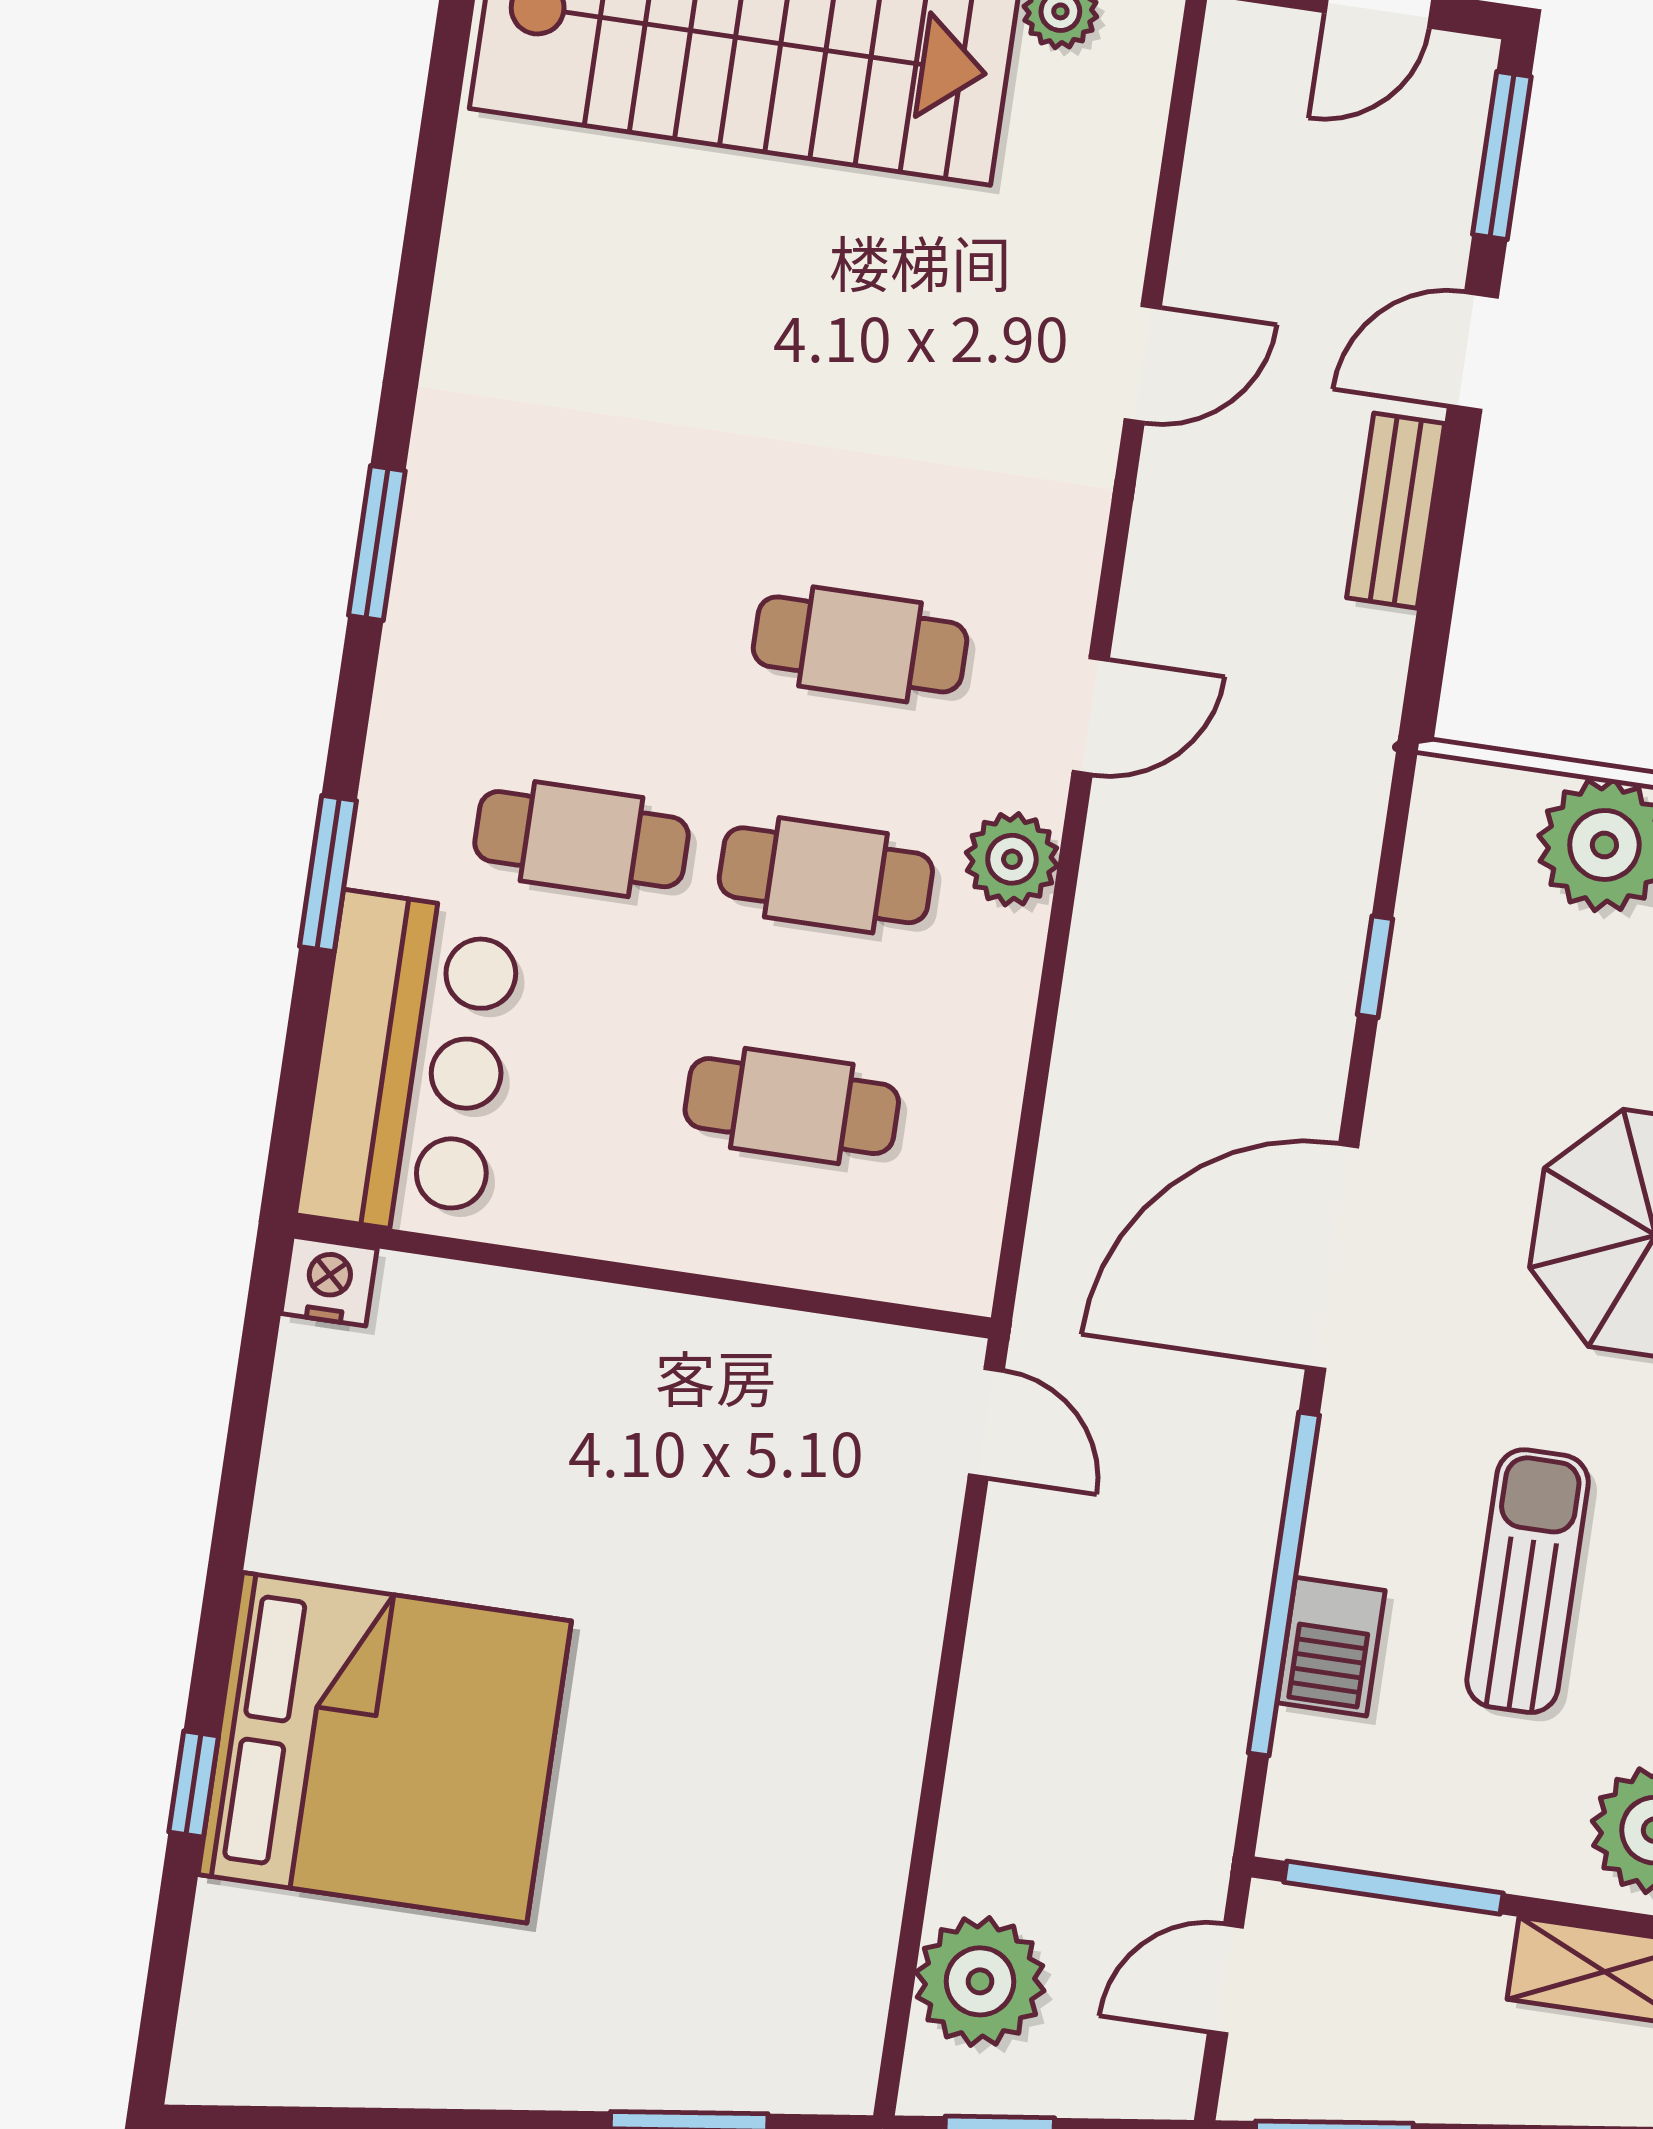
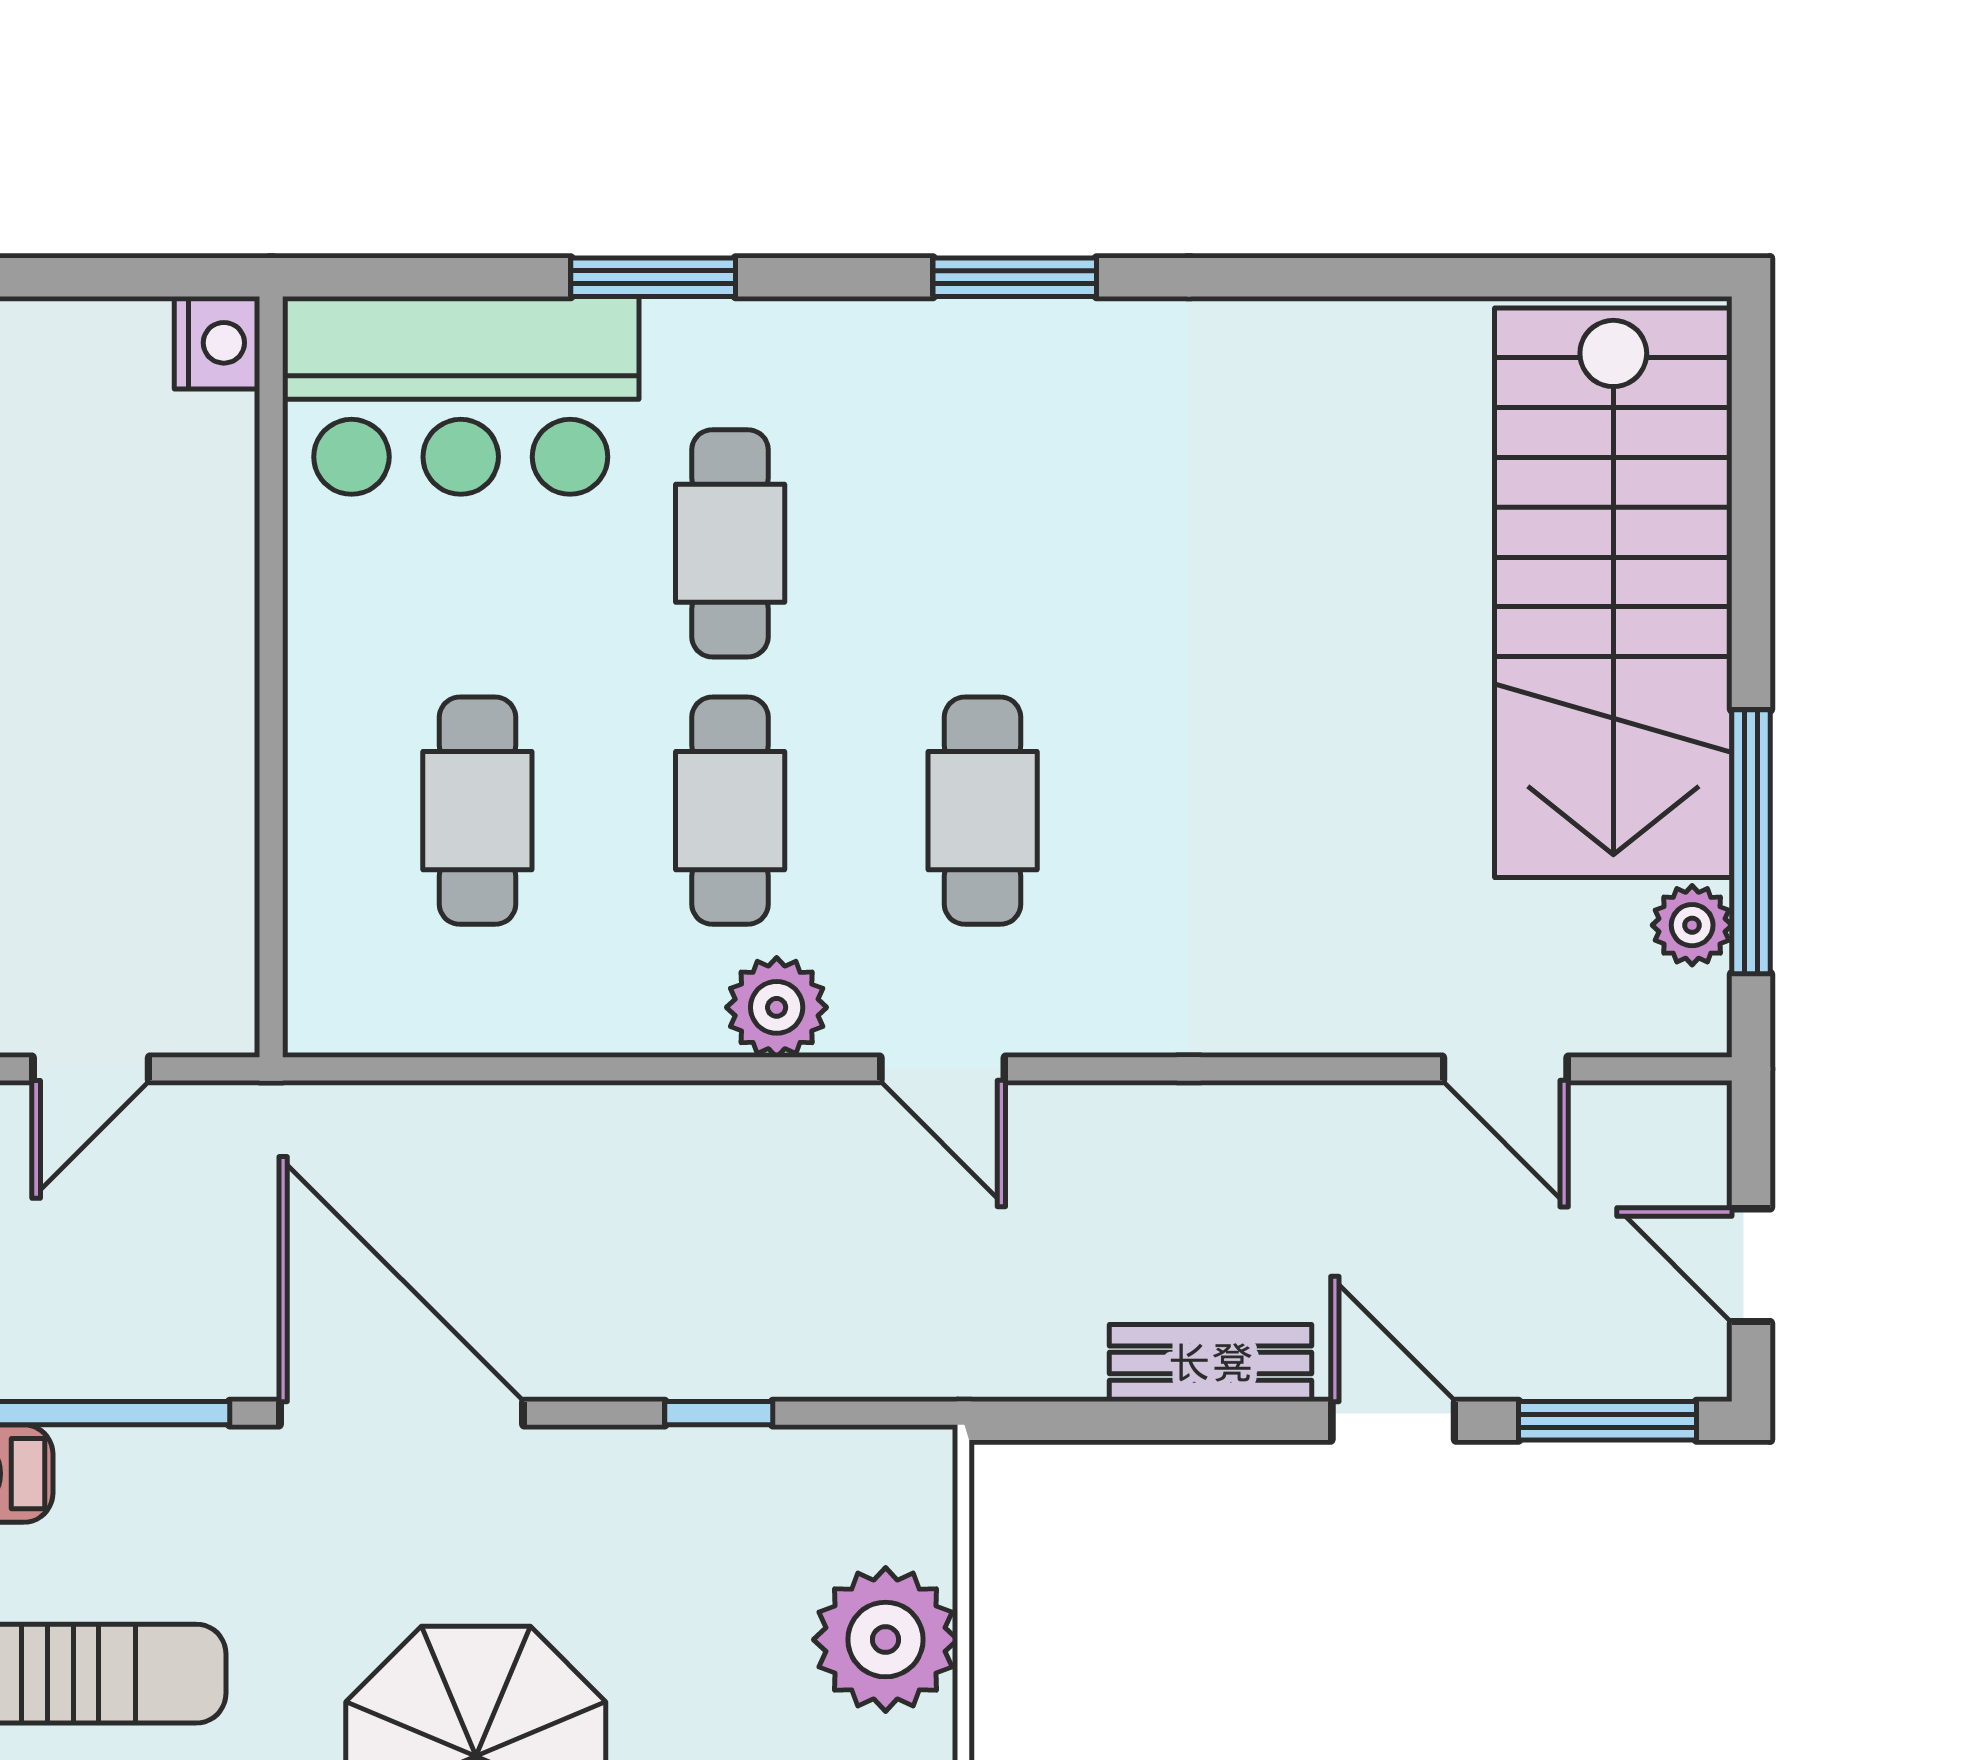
door: (1143, 364) -> (1505, 1069), moved
door: (986, 1423) -> (91, 1069), moved

